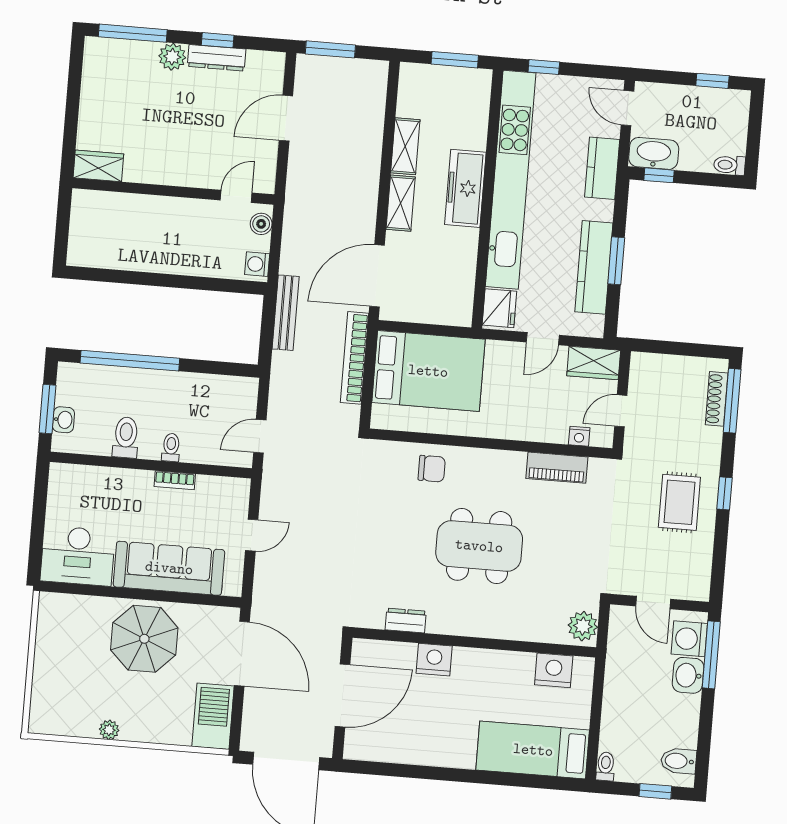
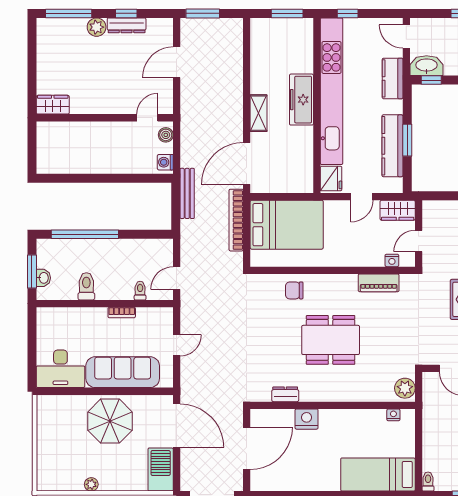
shelving: (405, 146) -> (259, 75), removed
toilet: (171, 447) -> (140, 291), moved
chair: (432, 469) -> (294, 290), turned 180
nightstand: (554, 670) -> (393, 415), width x0.53, depth x0.56

